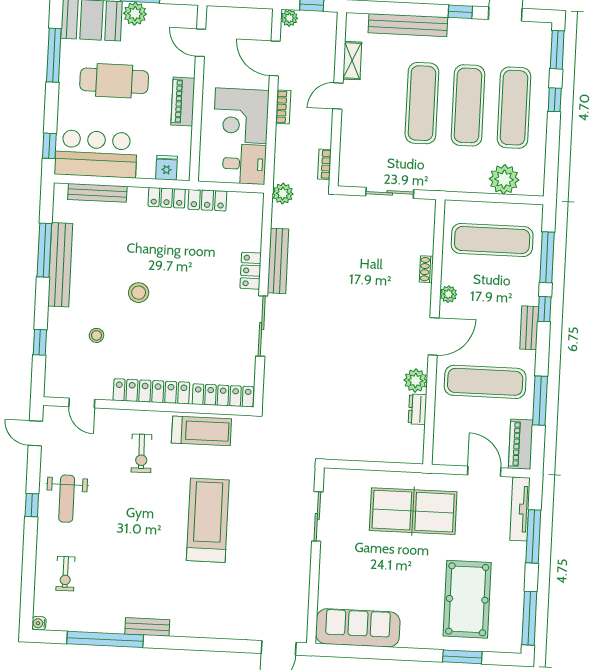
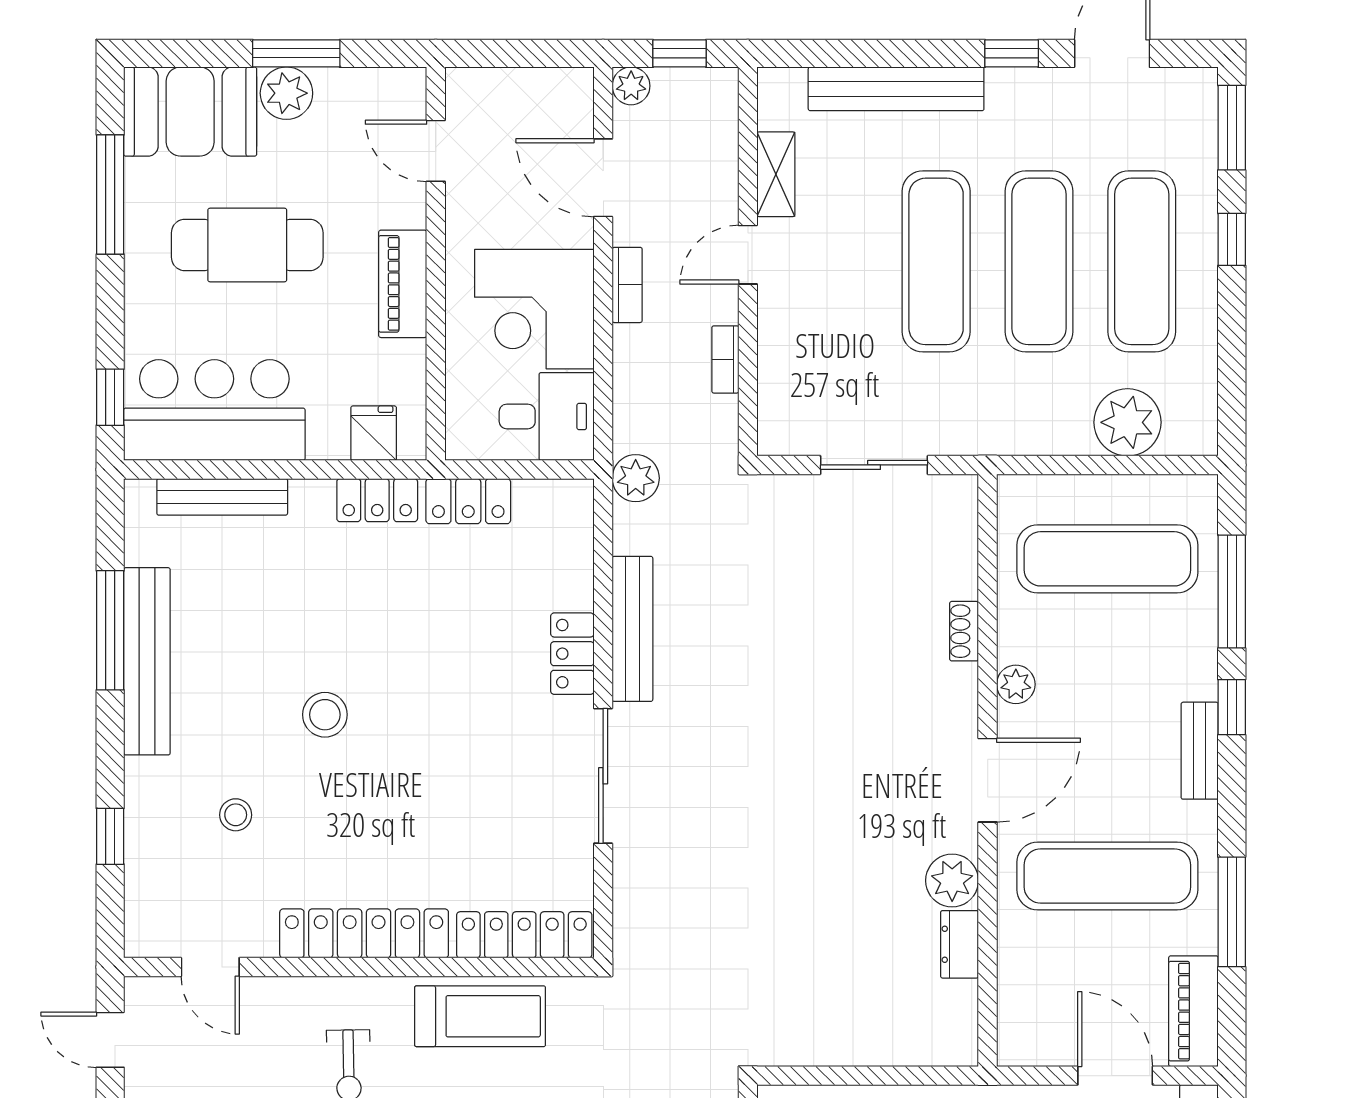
bookcase: (324, 164) -> (725, 359), moved

